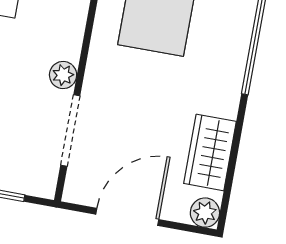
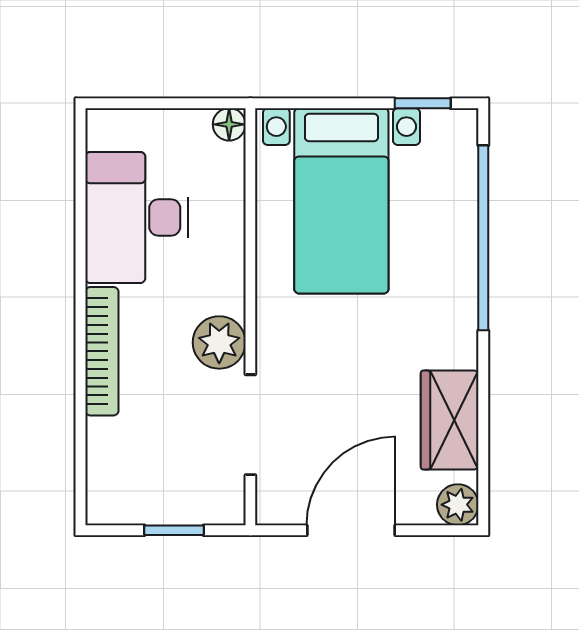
plant: (63, 75) -> (219, 342), width x1.38, depth x1.38

